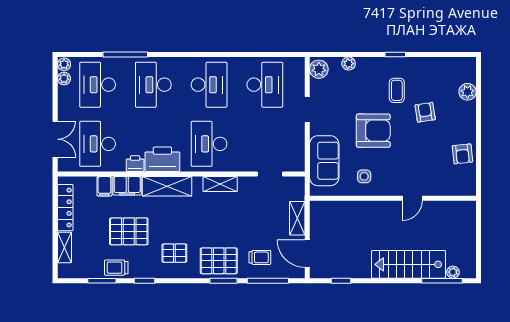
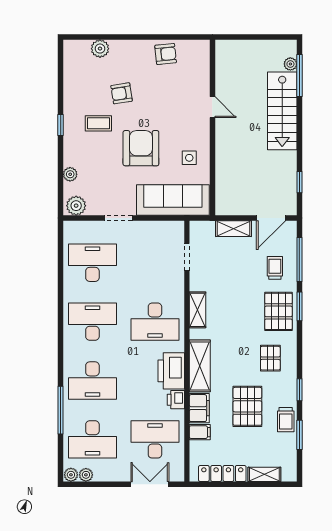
desk: (98, 144) -> (155, 439), turned 180
sofa: (324, 161) -> (173, 200), width x1.36

